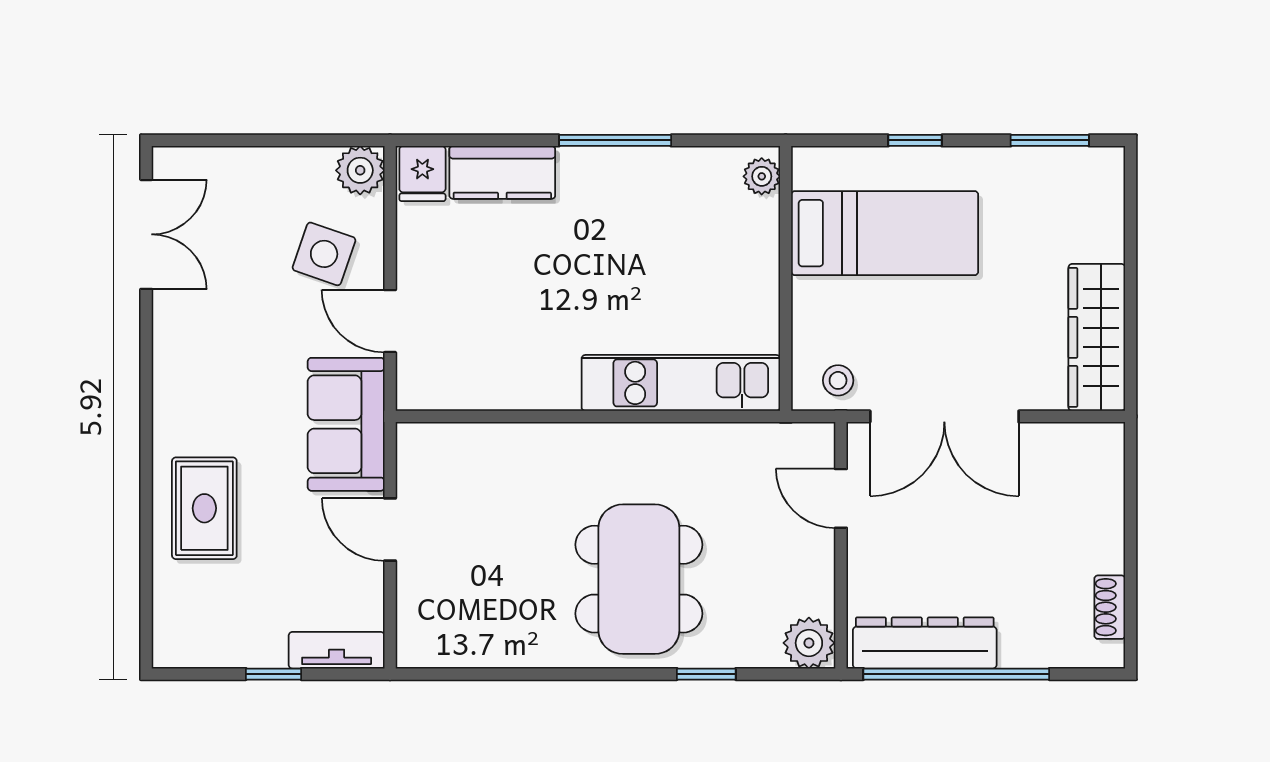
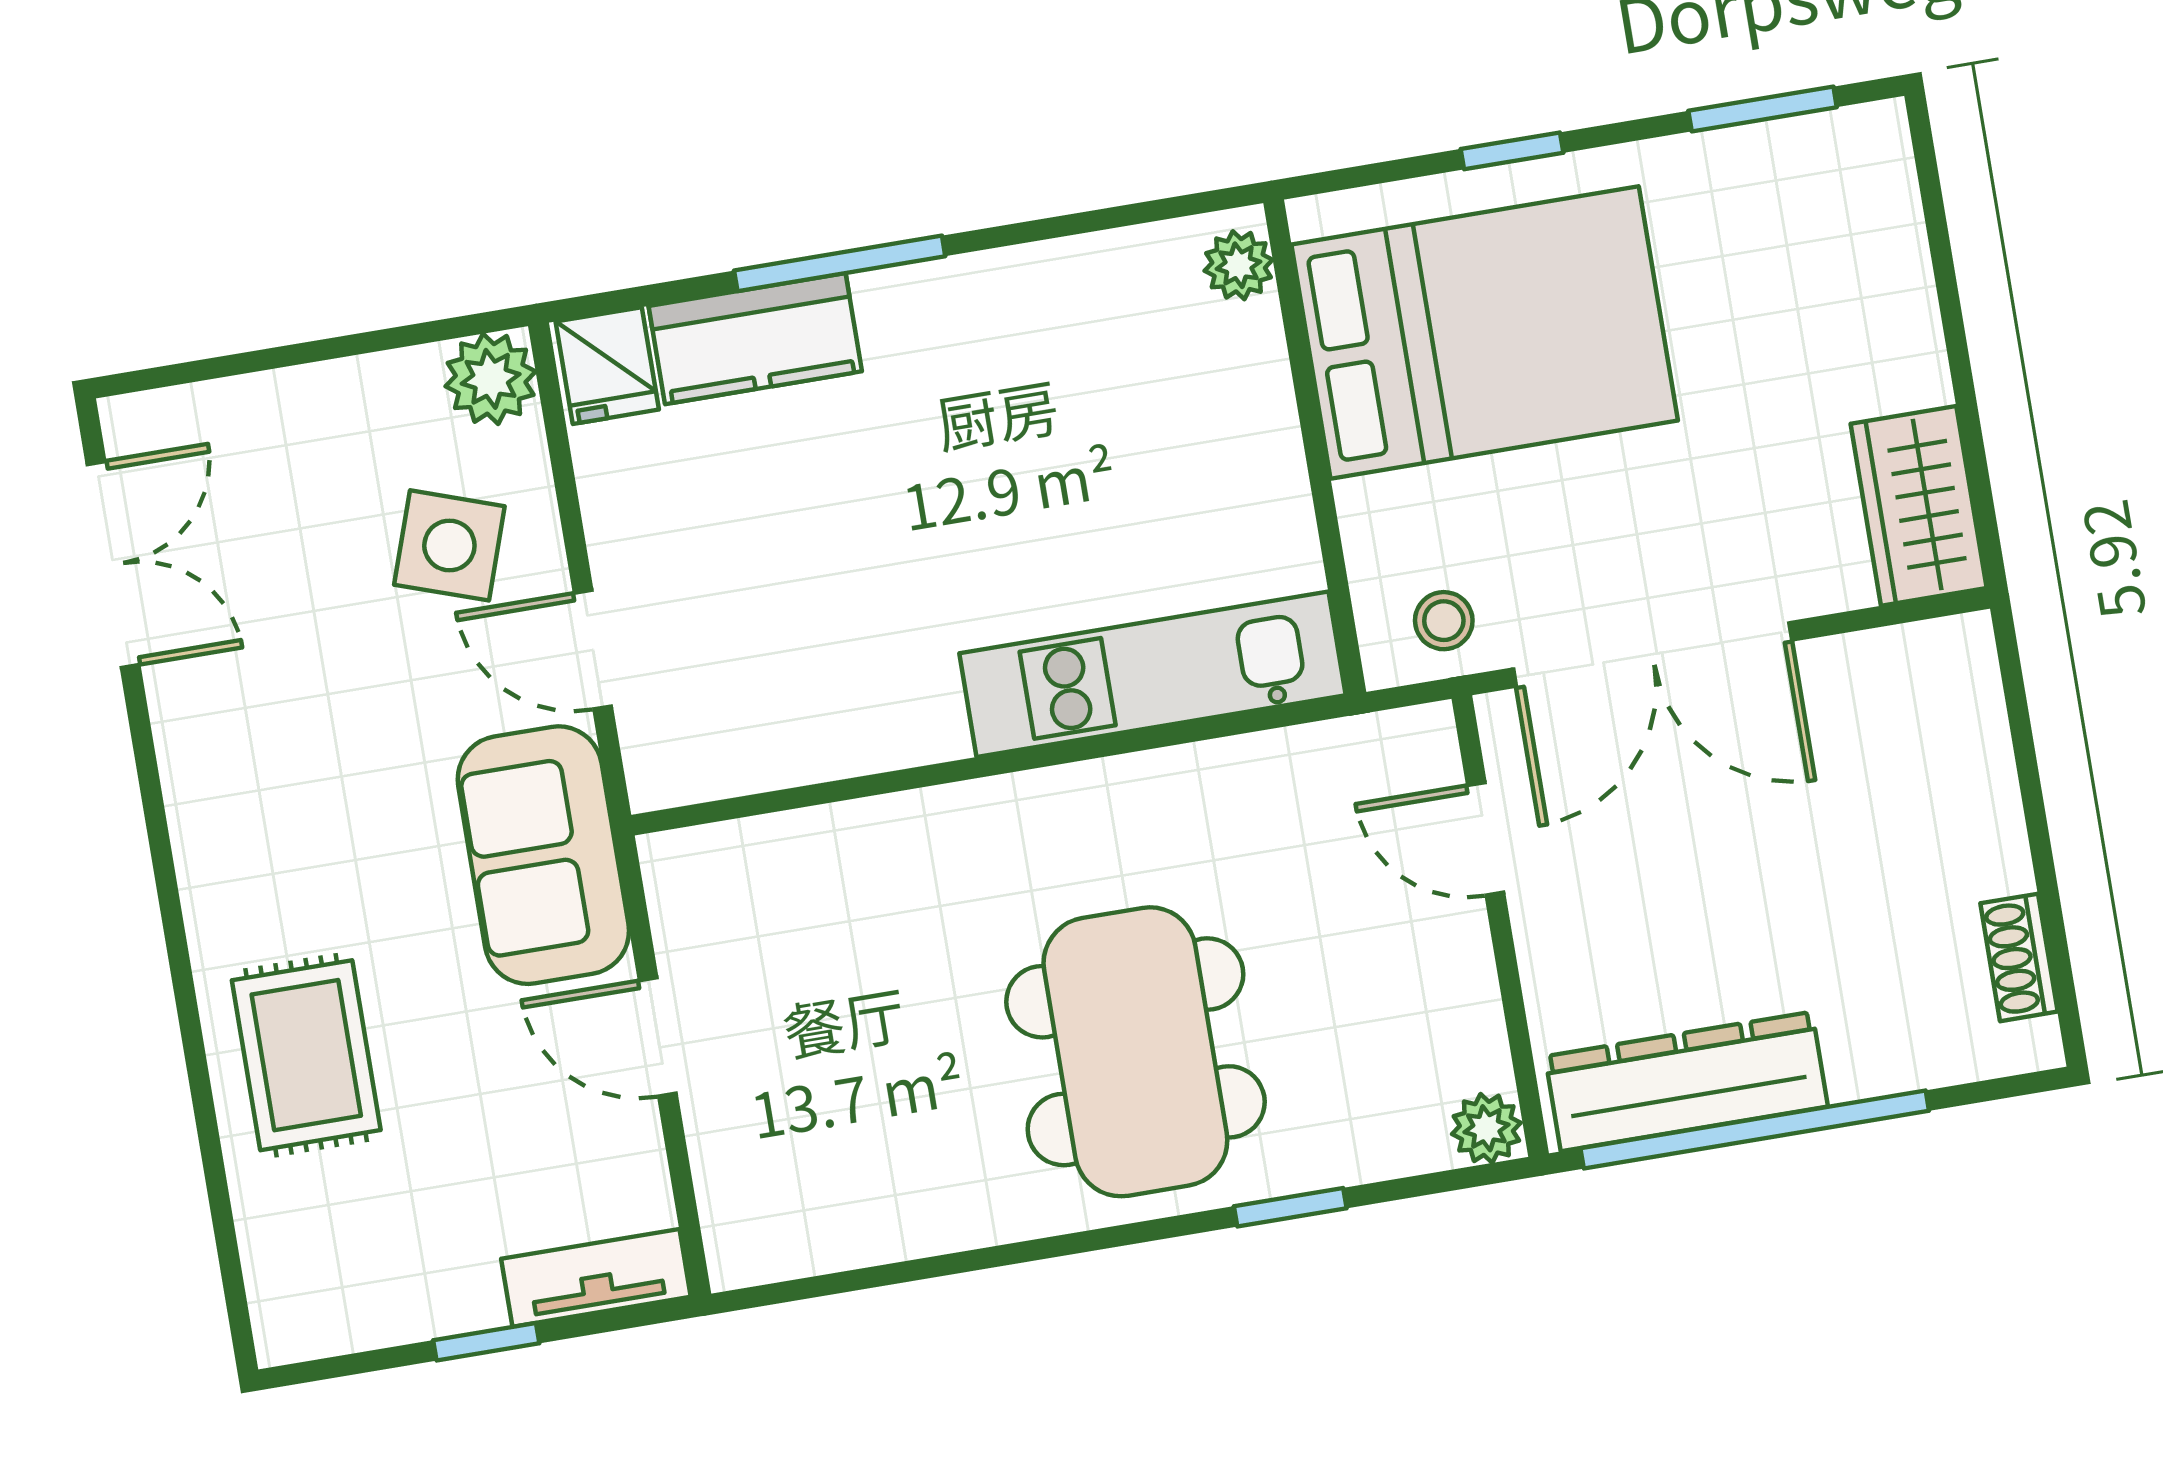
window: (615, 140) -> (840, 263), moved
bed: (885, 233) -> (1485, 333), width x1.50
wardrobe: (1097, 337) -> (1919, 506), width x0.67
plant: (809, 643) -> (1486, 1128), width x0.73, depth x0.73

